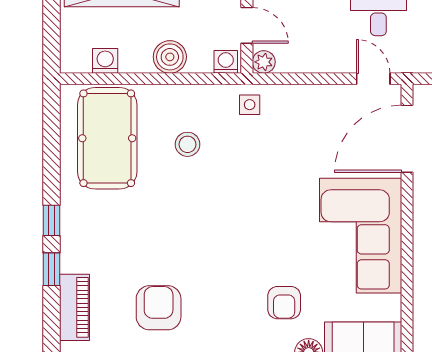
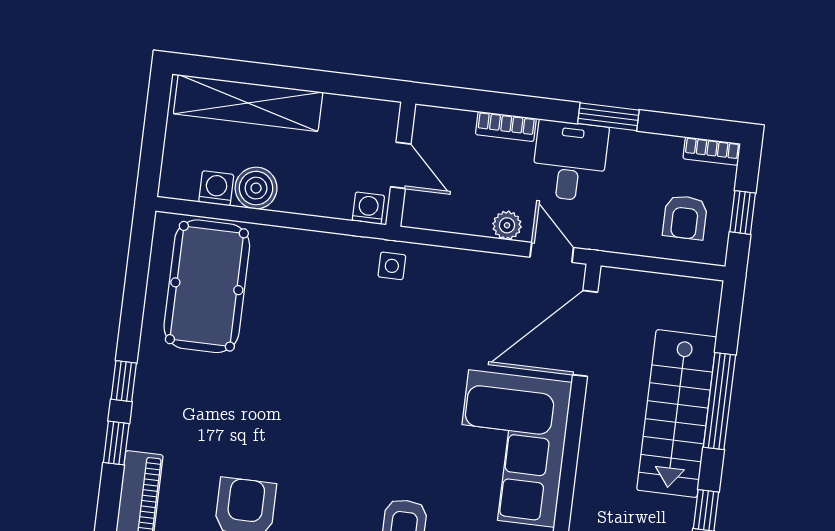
boiler: (170, 57) -> (256, 188), moved
plant: (264, 62) -> (507, 225), moved
stool: (187, 144) -> (307, 306), removed

